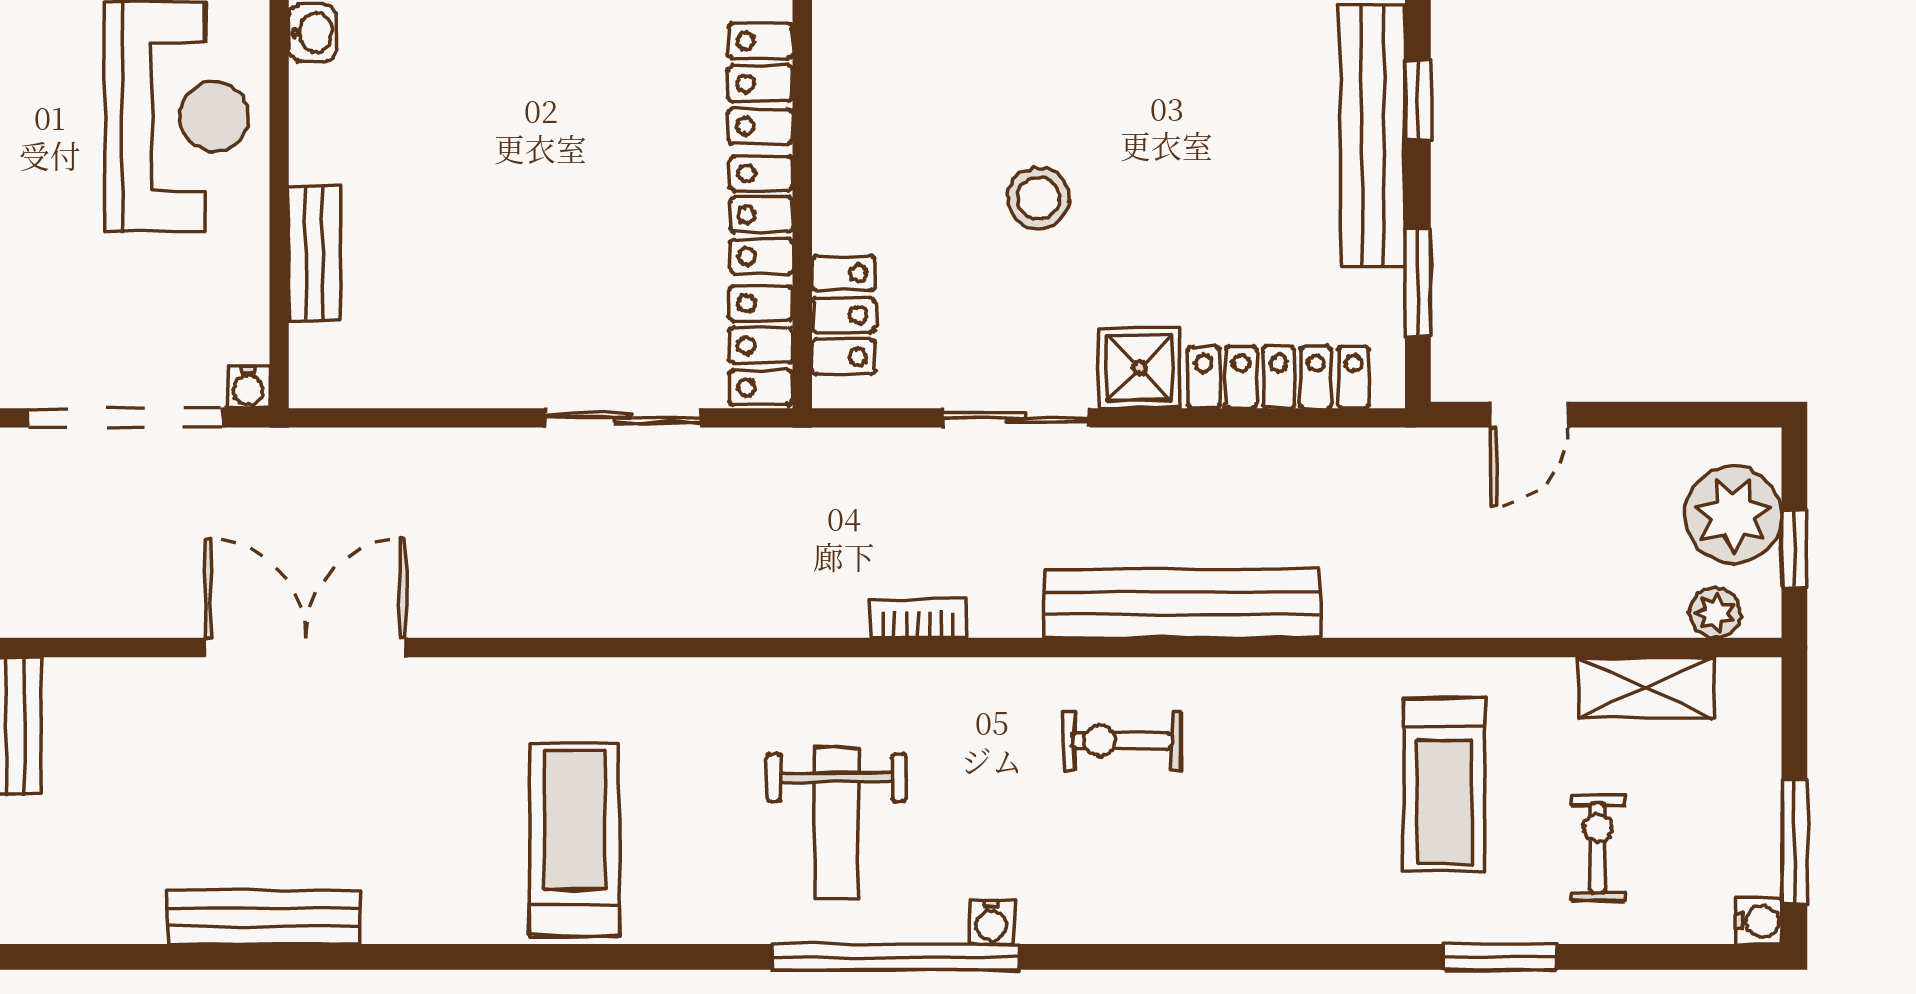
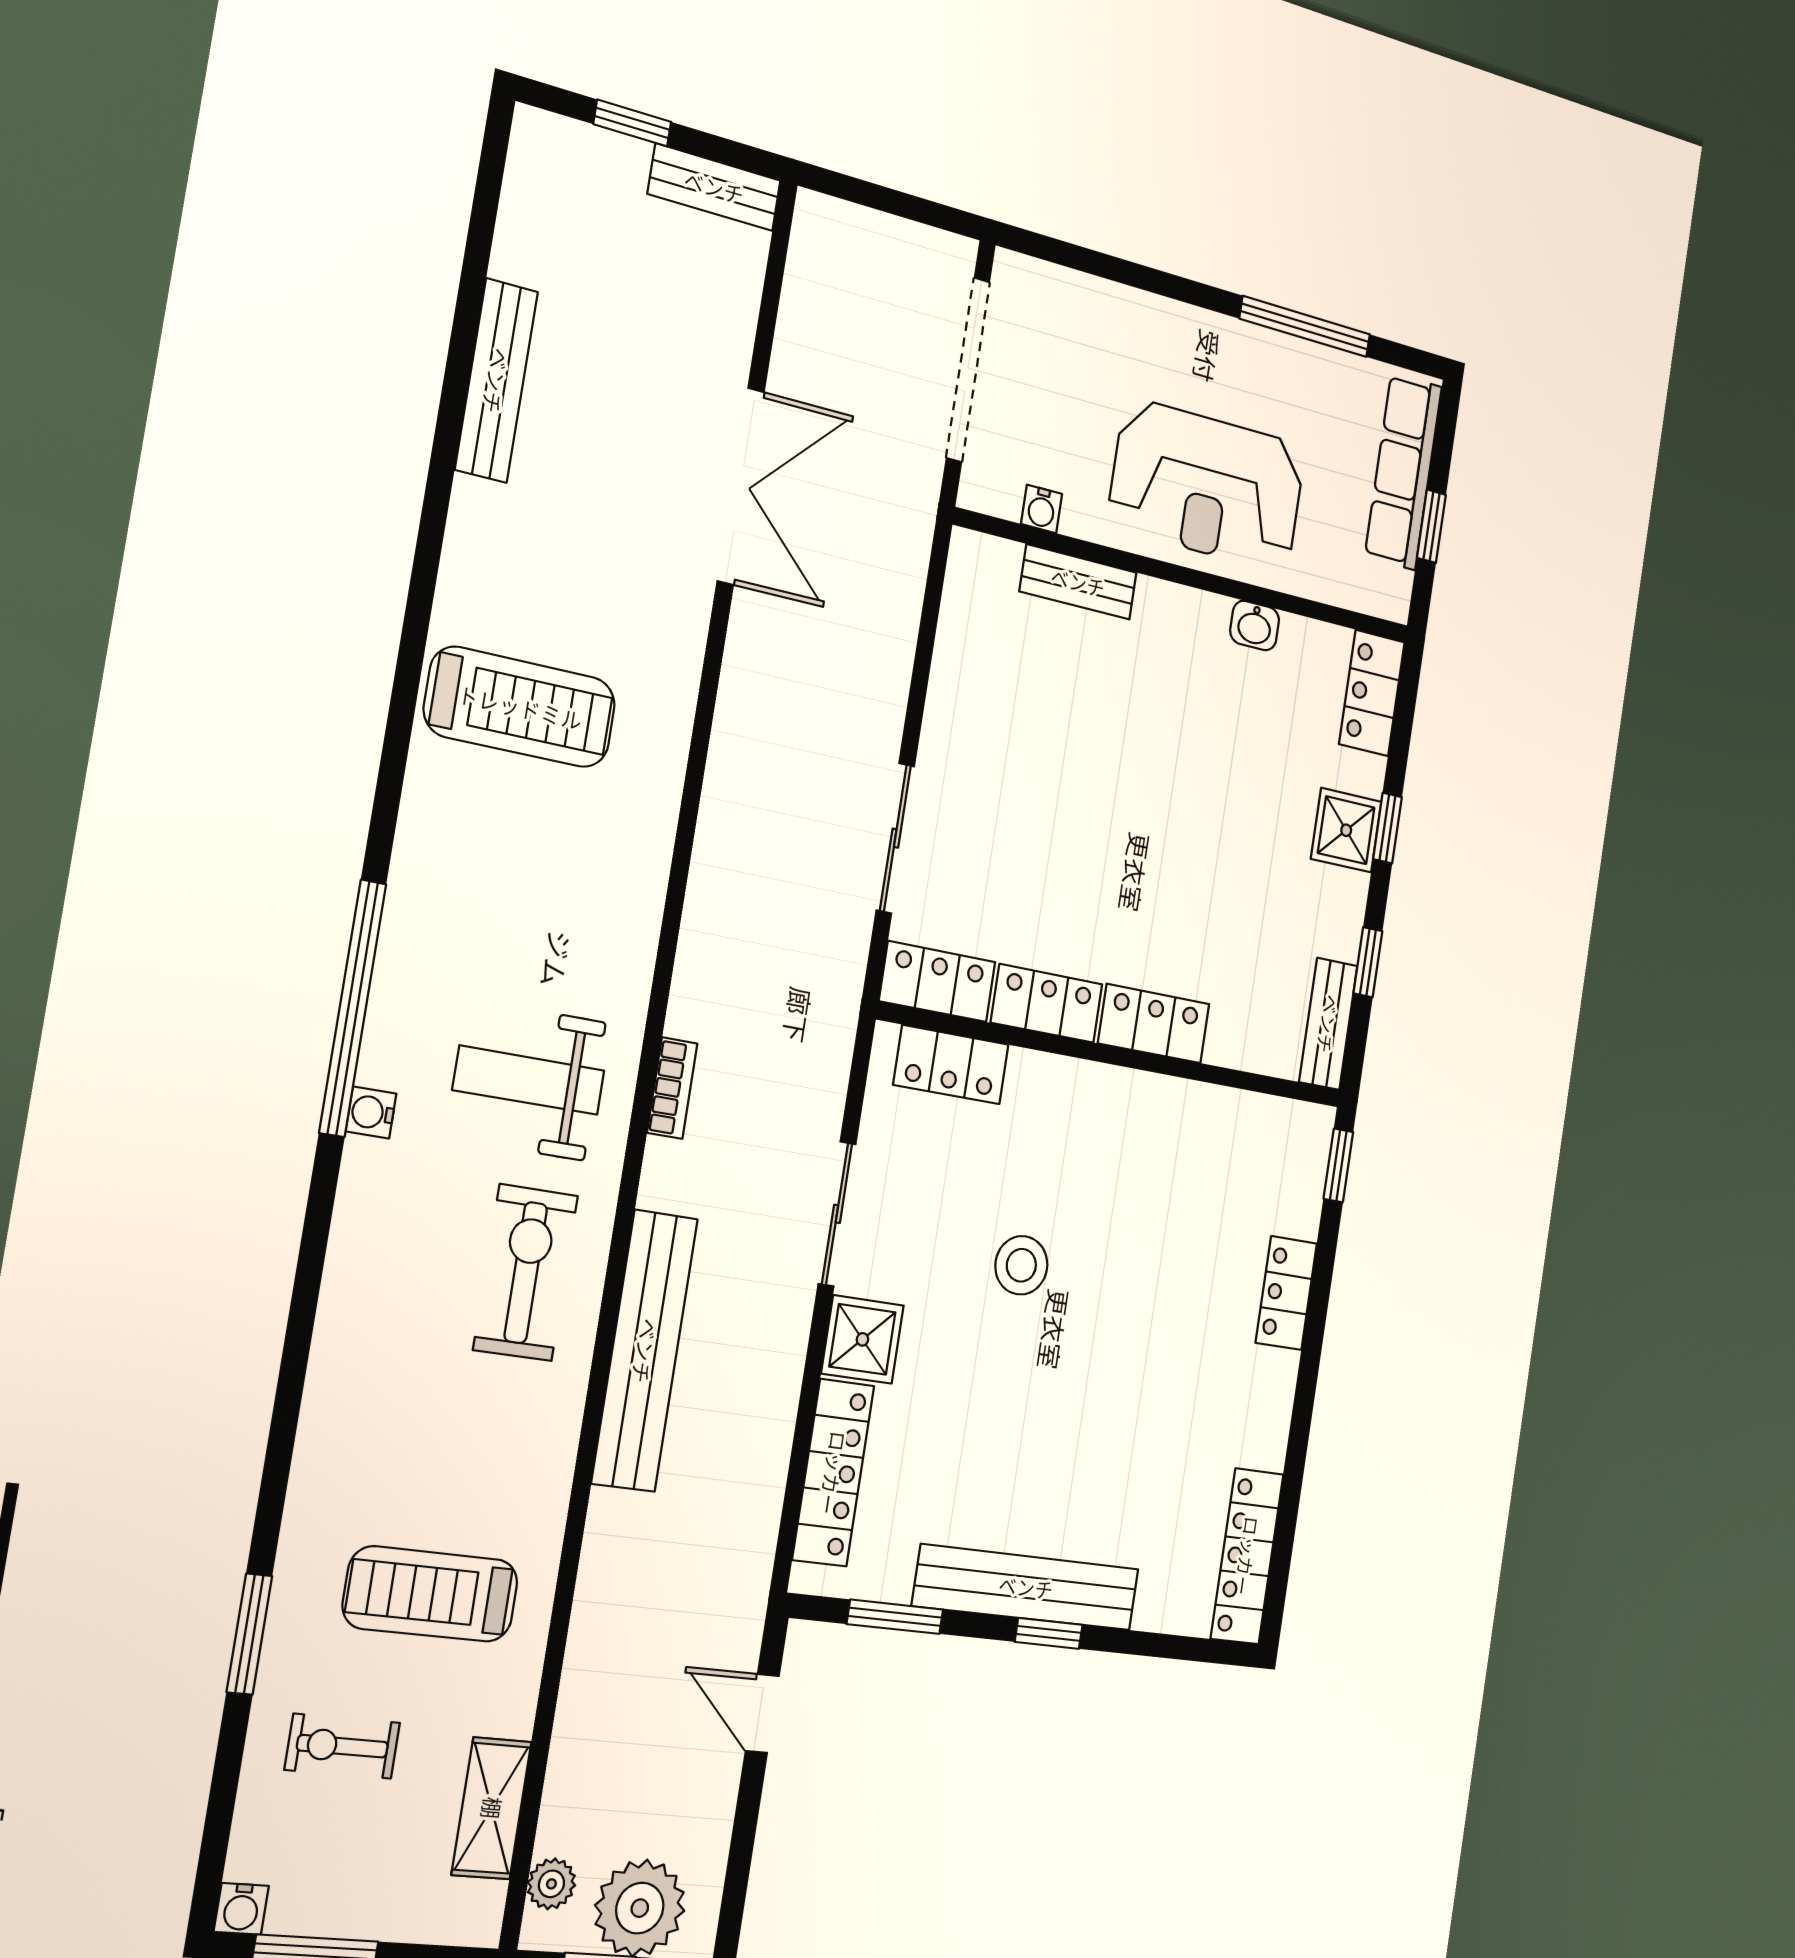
water cooler: (248, 387) -> (1041, 509), moved, turned -90
exercise bike: (1122, 741) -> (526, 1273), width x1.38, depth x1.39
weight bench: (836, 823) -> (529, 1080), moved
exercise bike: (1598, 848) -> (342, 1746), turned 180

